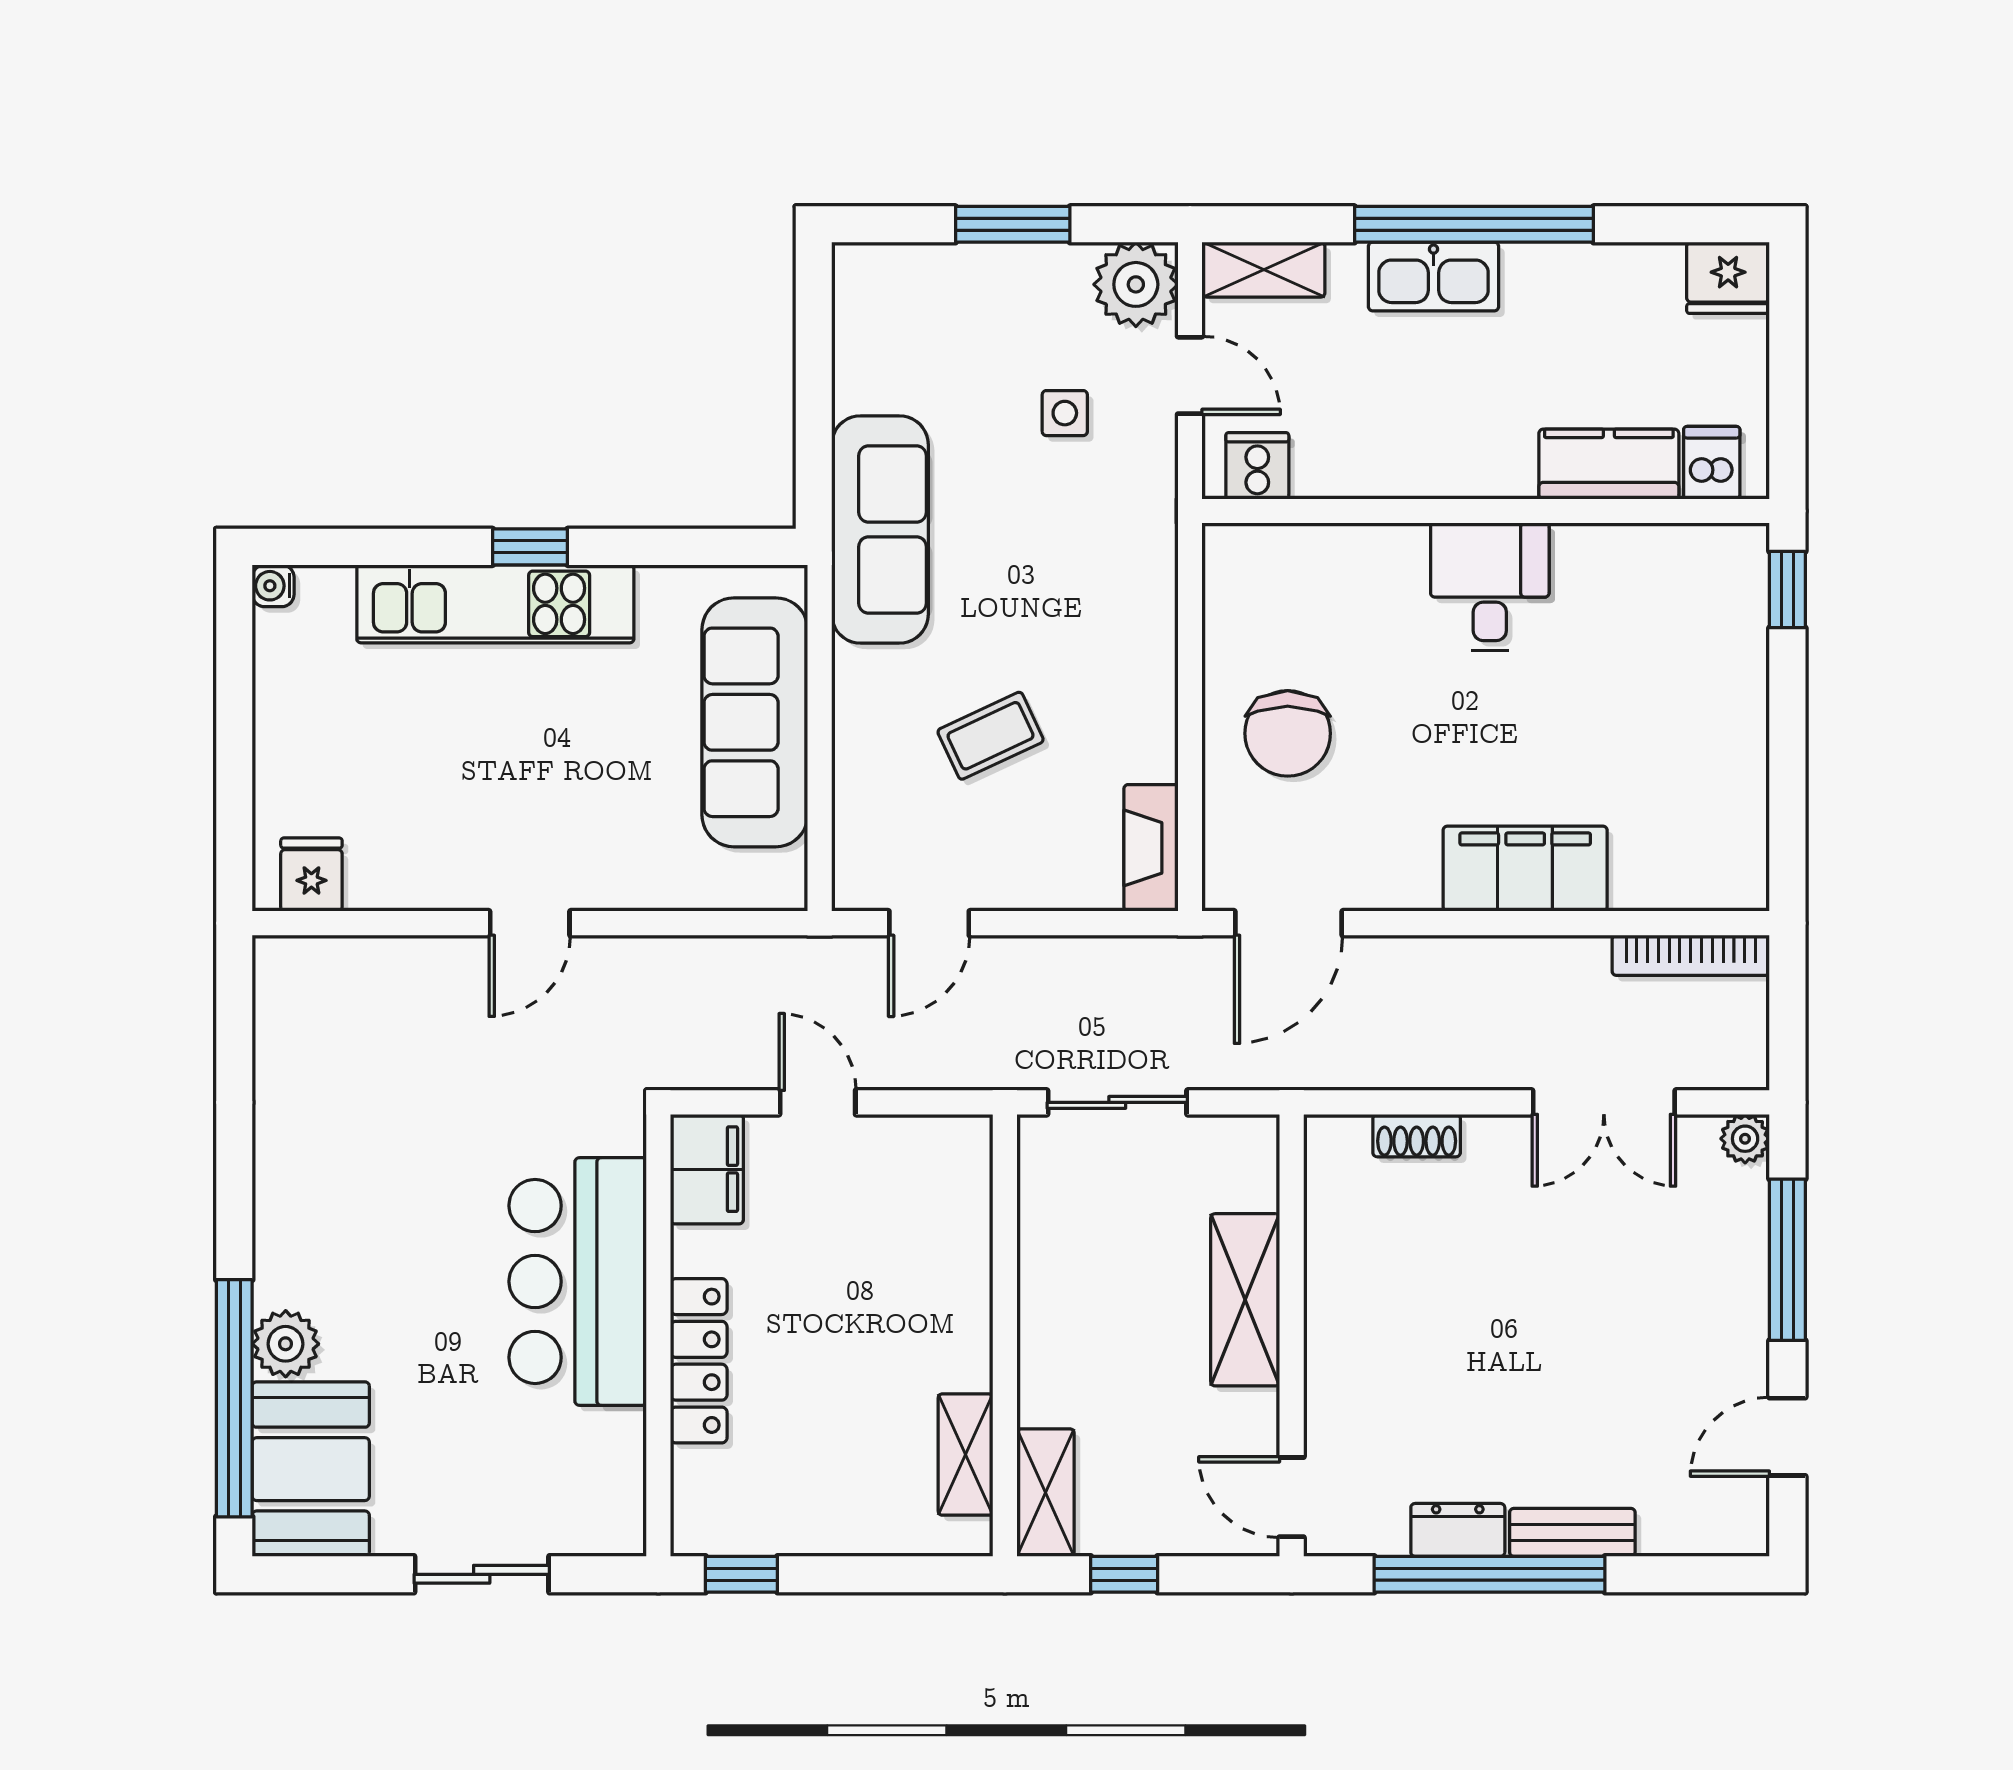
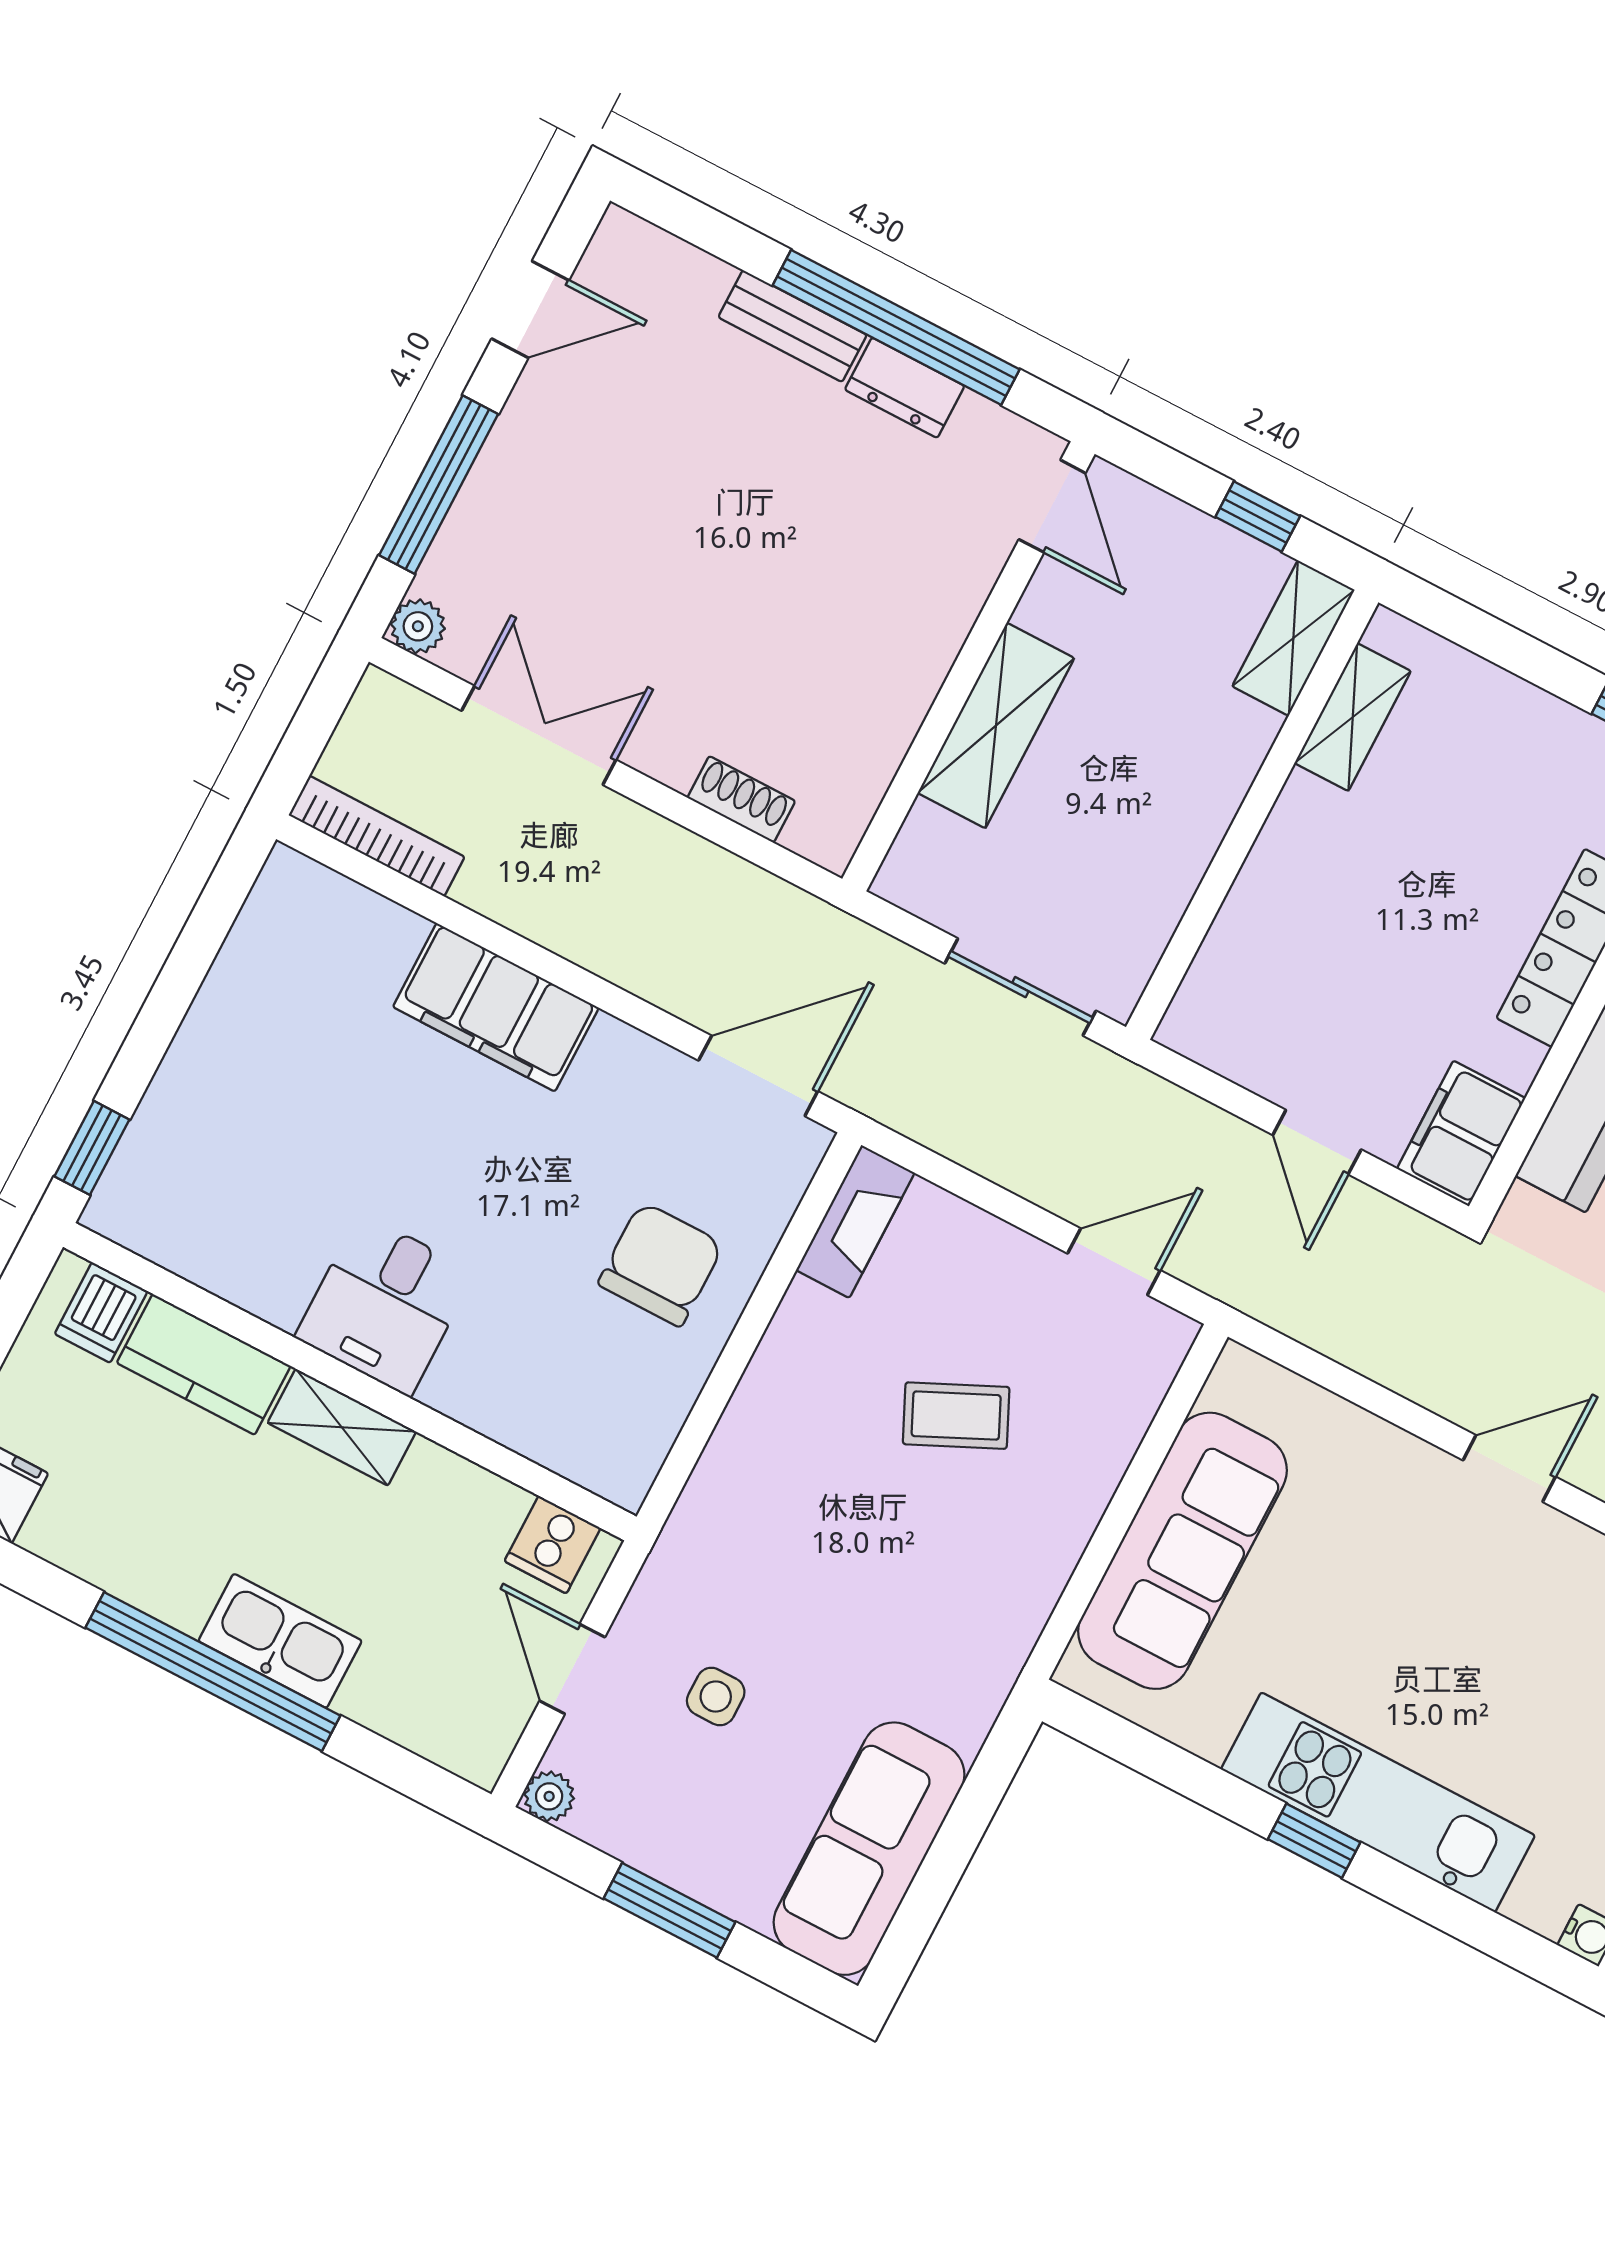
shelving: (1264, 270) -> (342, 1427), moved
plant: (1136, 284) -> (549, 1796), width x0.53, depth x0.53
sofa: (880, 529) -> (869, 1849), moved

